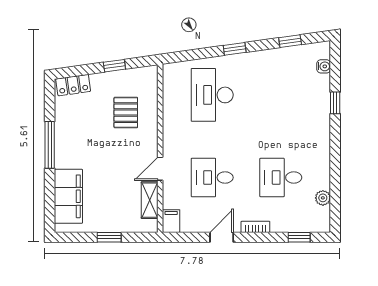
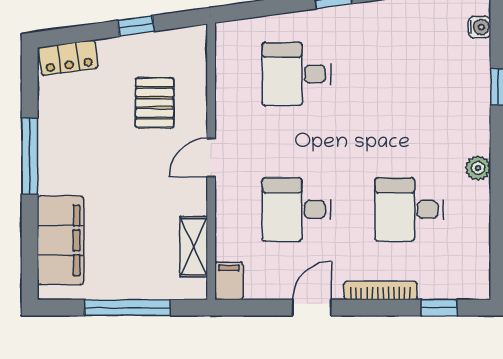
desk: (212, 95) -> (296, 74), width x0.73
door: (160, 169) -> (211, 158), moved
plant: (323, 198) -> (478, 168), moved
bookcase: (255, 227) -> (381, 290), width x1.56
window: (109, 237) -> (127, 308), width x2.17

